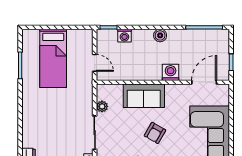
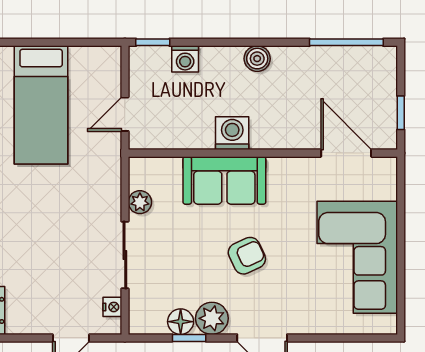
door: (95, 63) -> (125, 114), swing flipped
washing machine: (171, 72) -> (232, 133), moved
door: (204, 82) -> (346, 153), hinge flipped
armchair: (155, 133) -> (247, 256), turned -145

